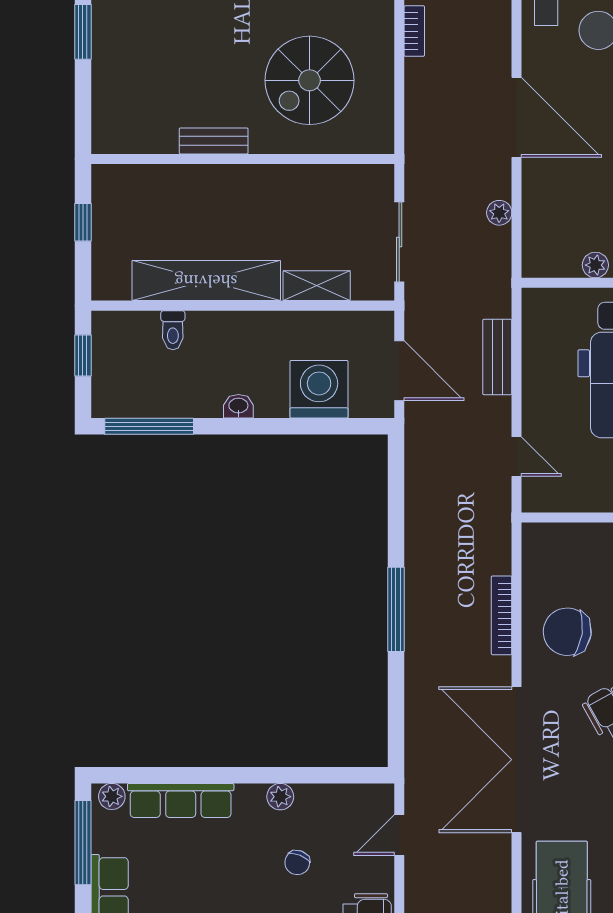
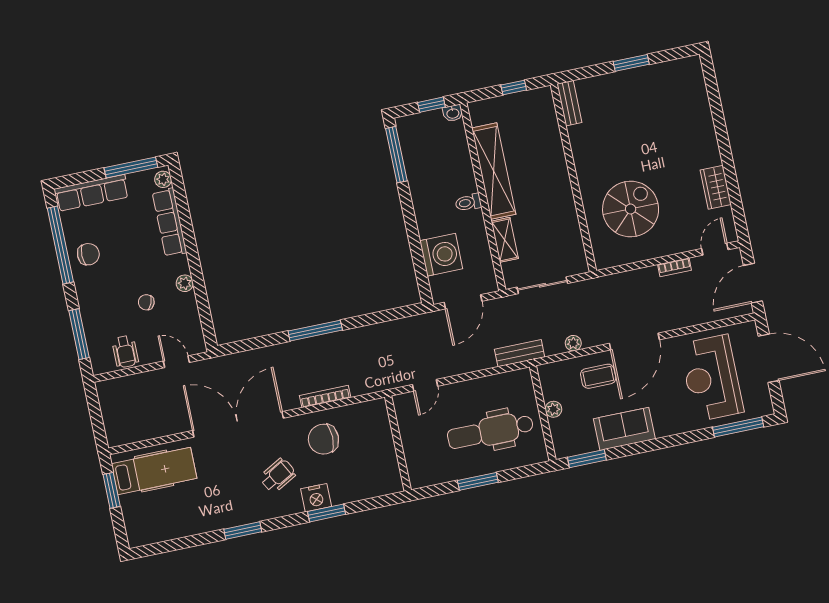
spiral stairs: (310, 80) -> (631, 209), turned 90
bench: (214, 141) -> (569, 103), moved
coffee table: (559, 185) -> (598, 376), added
toilet: (173, 330) -> (468, 202), moved
bench: (497, 357) -> (520, 353), moved
washbasin: (238, 406) -> (453, 113), moved, turned 90
chair: (567, 632) -> (323, 439), turned -98

